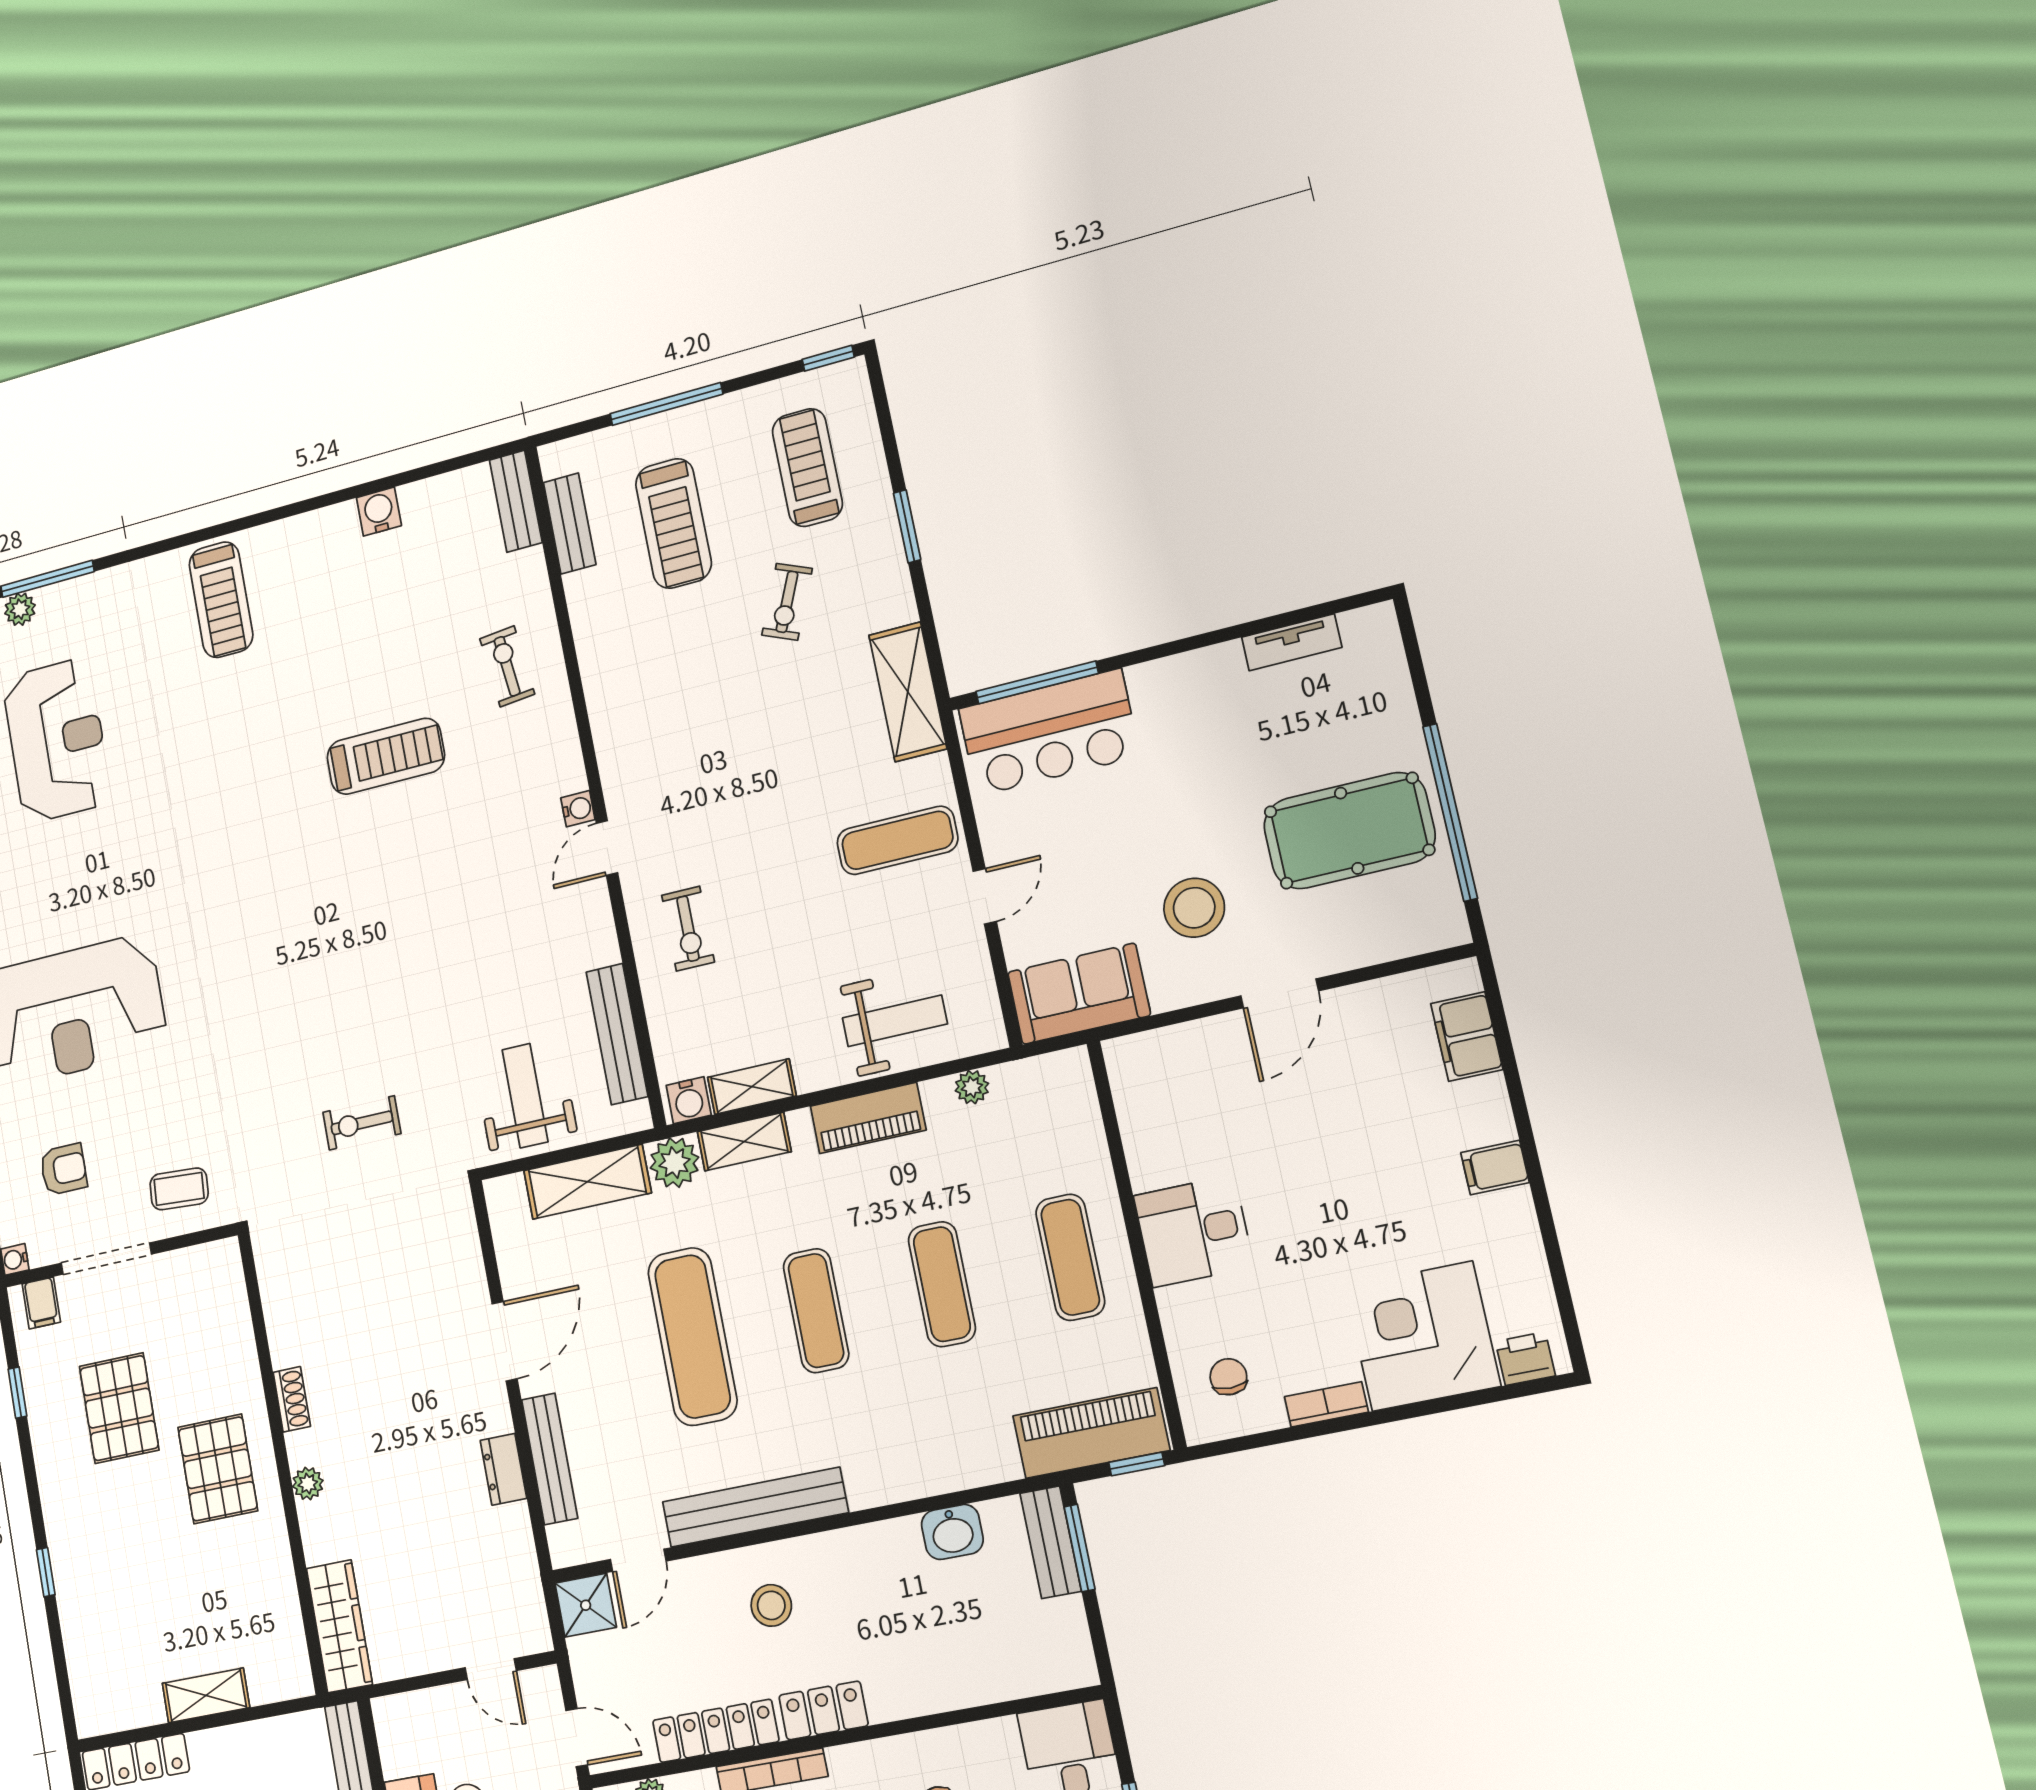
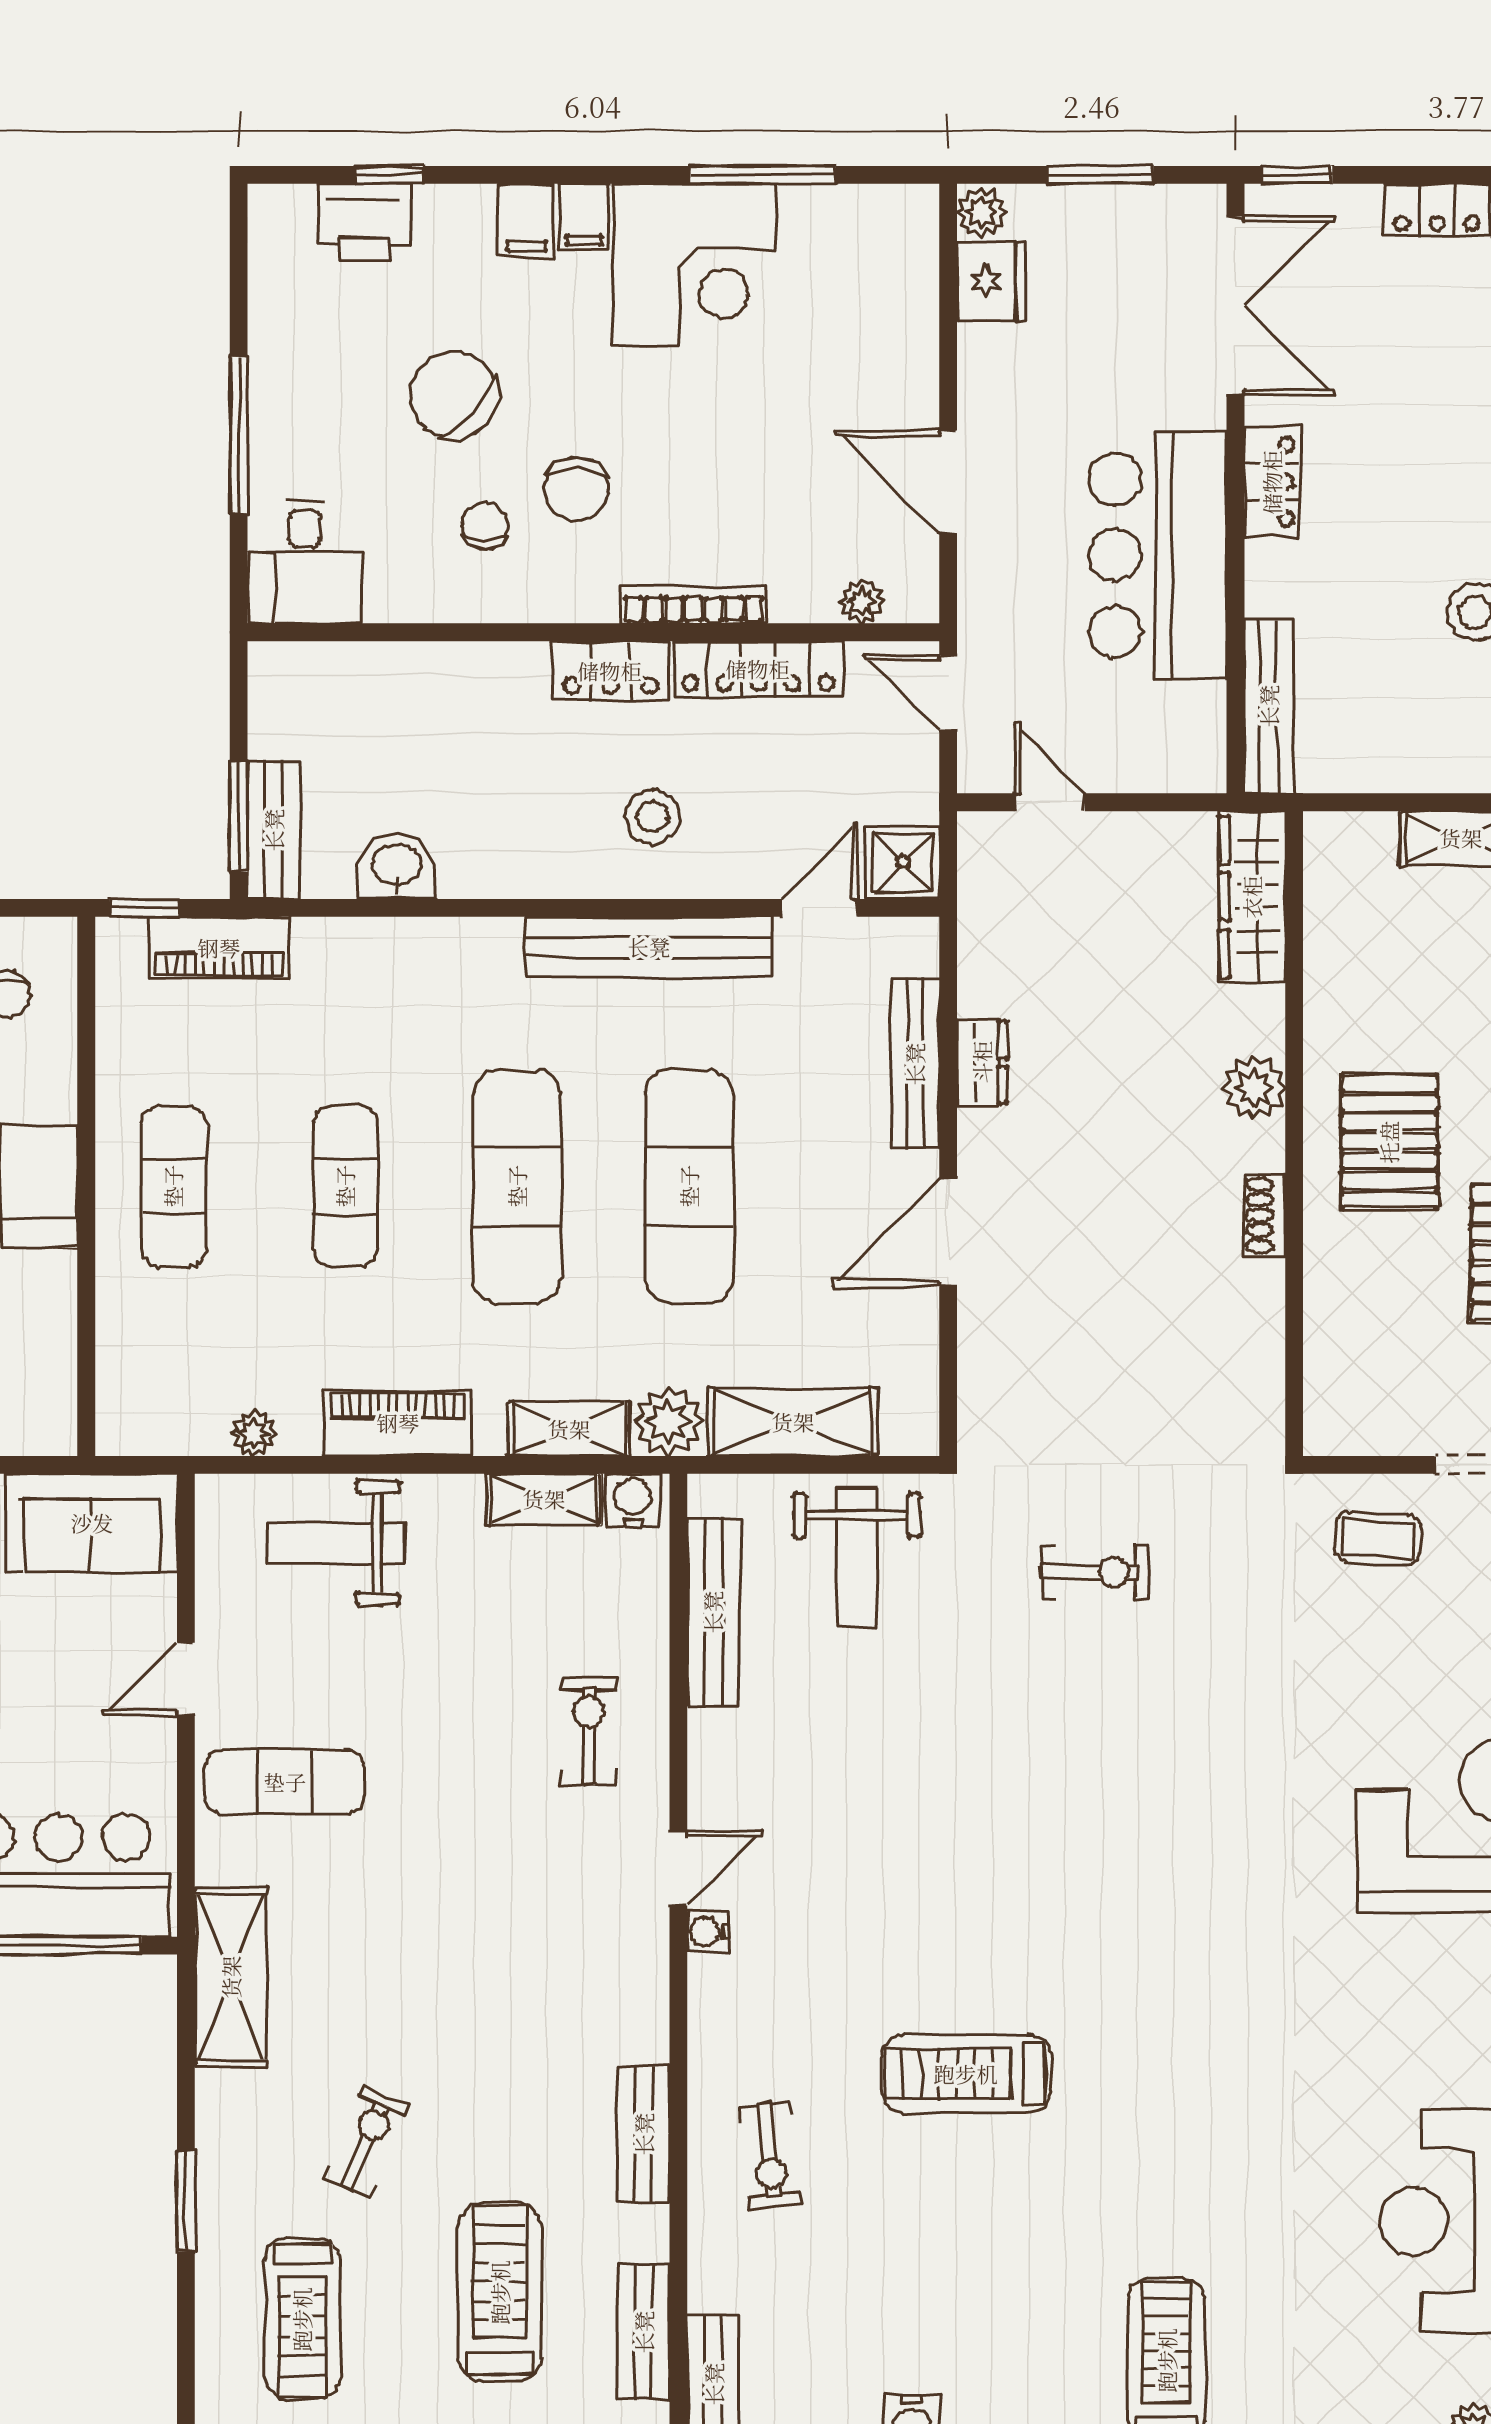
bench: (596, 658) -> (644, 2134), added
exercise mat: (816, 1311) -> (517, 1186), width x1.36, depth x1.45
piano: (1091, 1433) -> (219, 948), width x0.73, depth x0.75
plant: (308, 1484) -> (1254, 1088), width x1.38, depth x1.38

